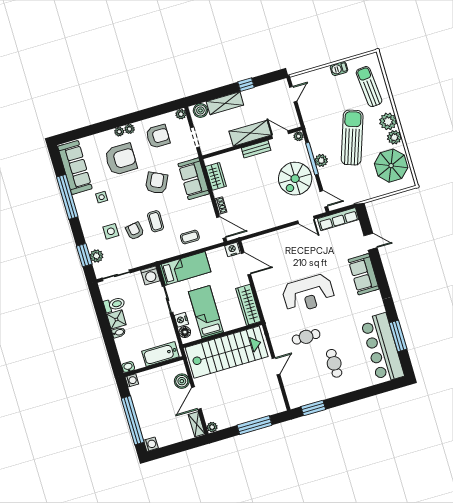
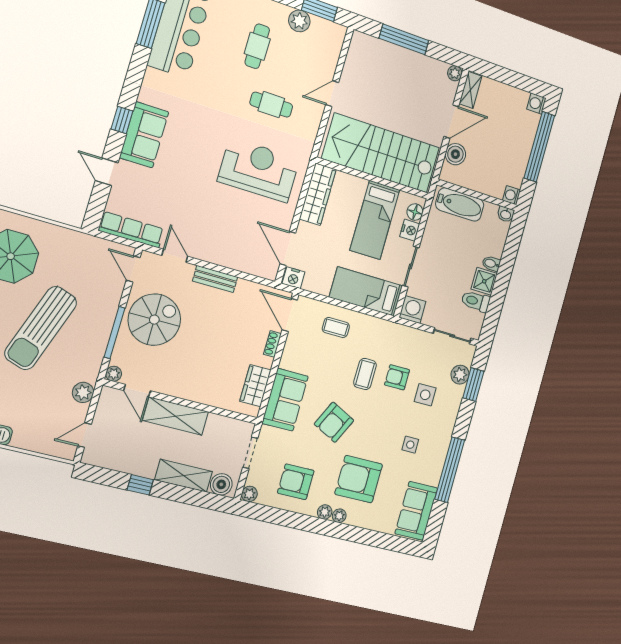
bench: (256, 149) -> (215, 279), moved
plant: (321, 160) -> (83, 392), moved
sofa: (75, 167) -> (416, 511), width x0.73
armchair: (135, 231) -> (397, 377), turned 100
window: (380, 274) -> (122, 120), added
reception desk: (308, 294) -> (259, 170), moved
plant: (320, 393) -> (299, 21), added

